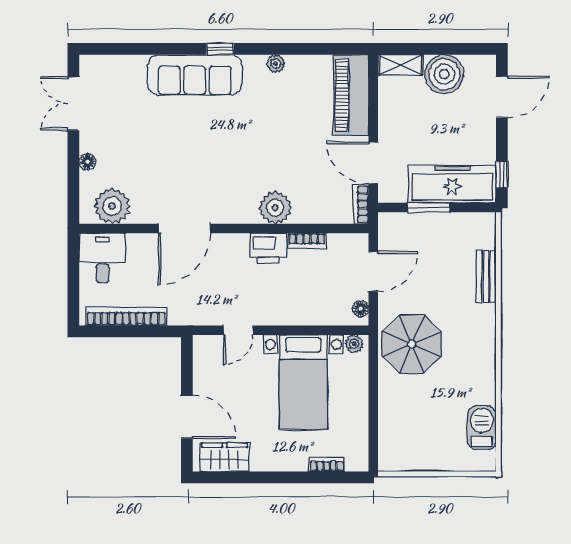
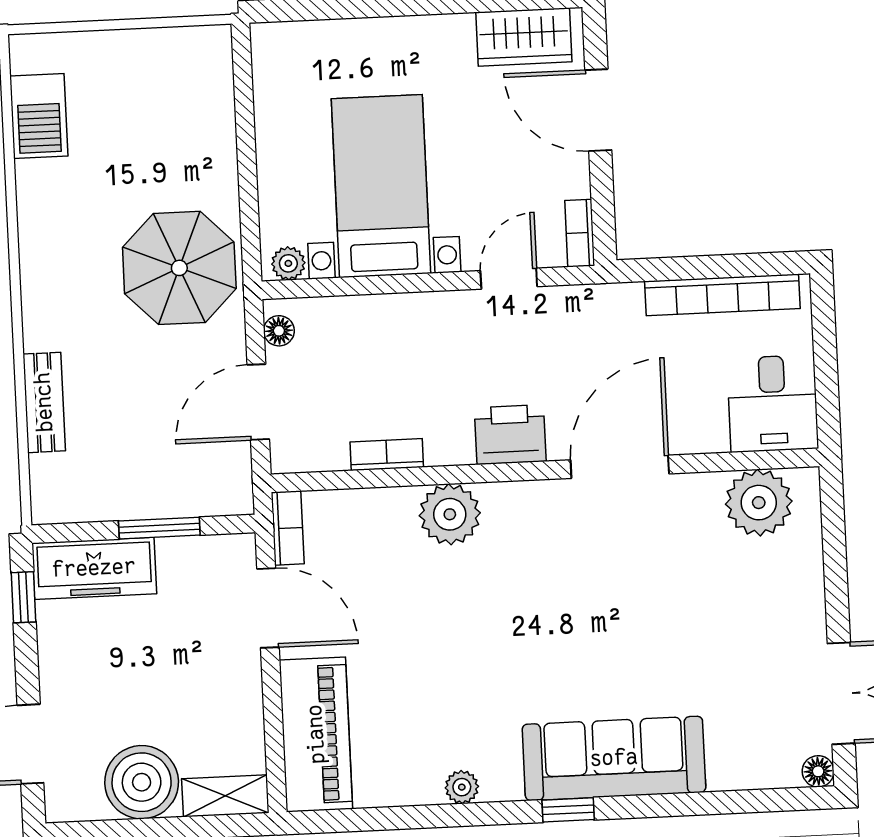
floor lamp: (88, 162) -> (818, 771), moved
freezer: (452, 184) -> (94, 568), width x0.73, depth x0.79
printer: (268, 248) -> (510, 435), moved
bookcase: (327, 464) -> (580, 233), moved, turned 90

